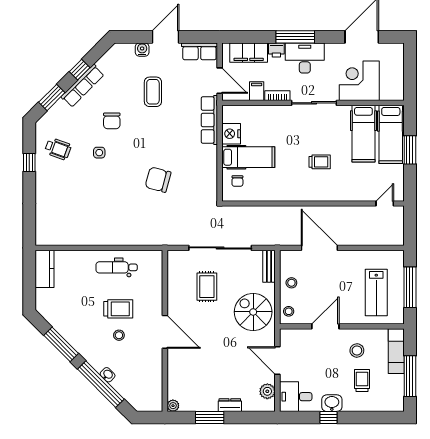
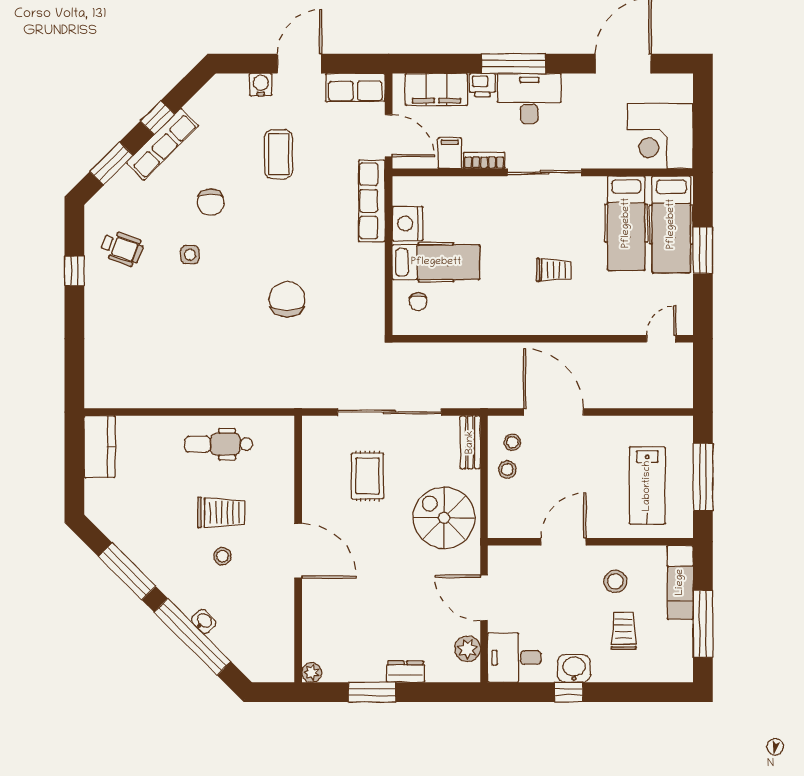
corner desk: (359, 81) -> (660, 136), moved, turned -90
chair: (158, 180) -> (287, 299), turned 75
stool: (289, 311) -> (512, 442), moved

